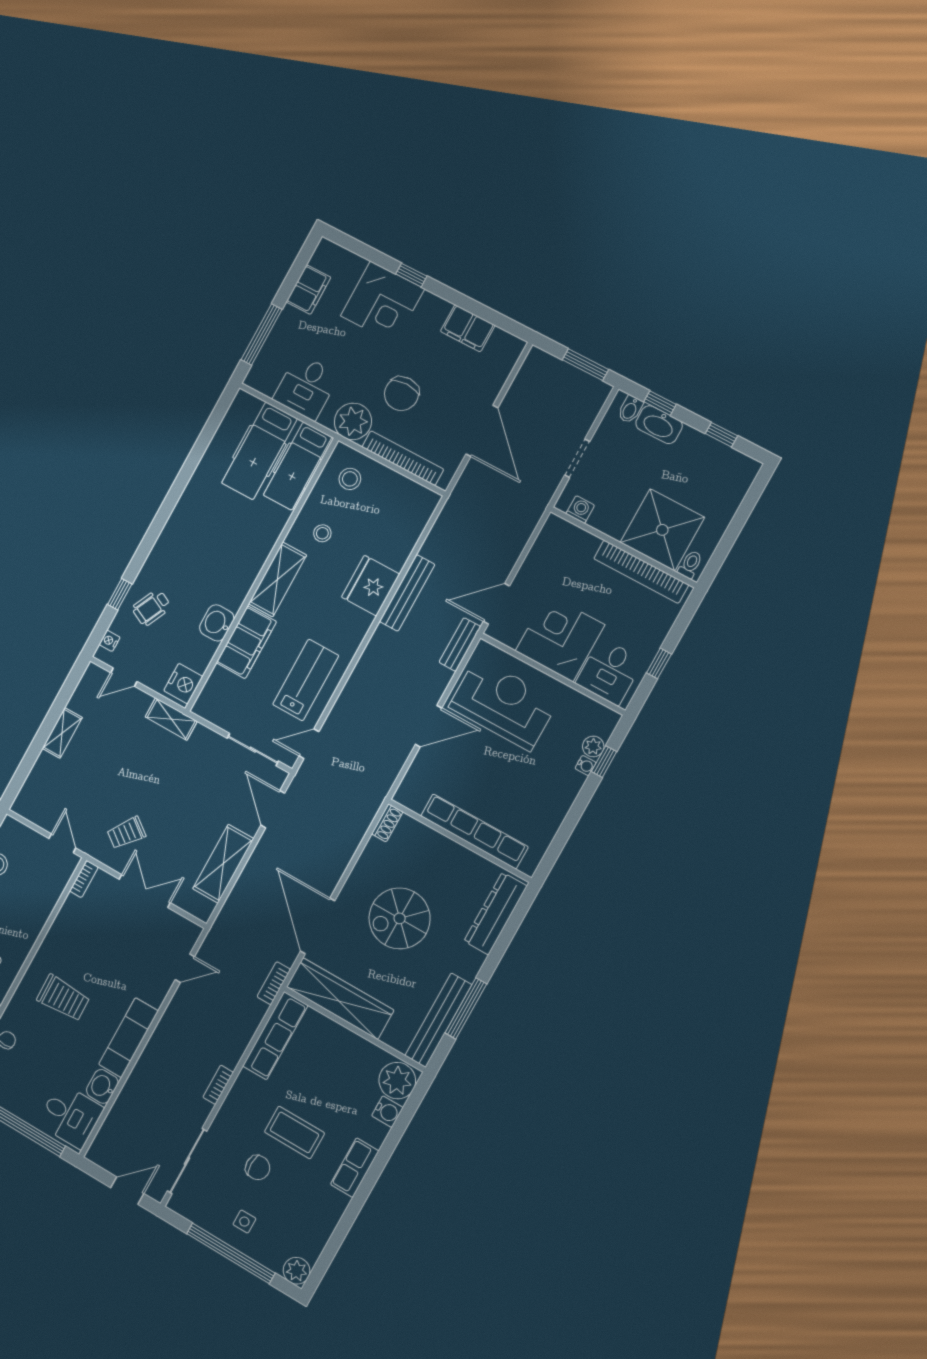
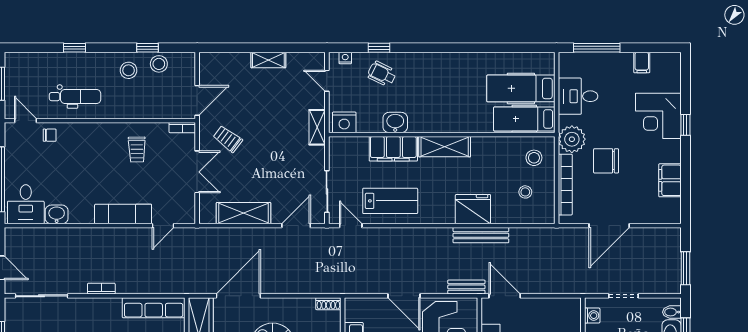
filing cabinet: (308, 290) -> (642, 63), width x0.50
stool: (322, 533) -> (525, 192), moved
door: (62, 843) -> (197, 100), width x1.38
door: (185, 968) -> (163, 226), hinge flipped
bookcase: (274, 983) -> (186, 288), removed
trolley: (63, 998) -> (137, 150), moved, width x0.73, depth x0.72
exam couch: (128, 1038) -> (123, 214), moved

